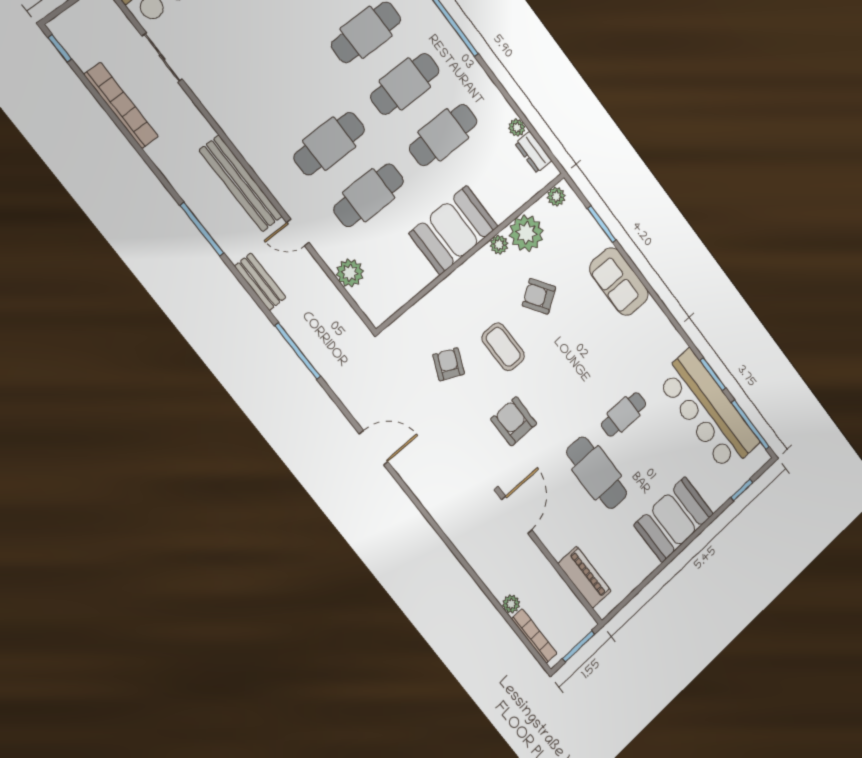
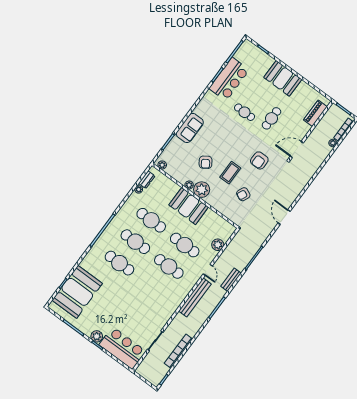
plant: (526, 233) -> (202, 190), moved
bar counter: (708, 411) -> (229, 79), width x0.73
cafe table: (597, 473) -> (271, 118), width x0.73, depth x0.74

